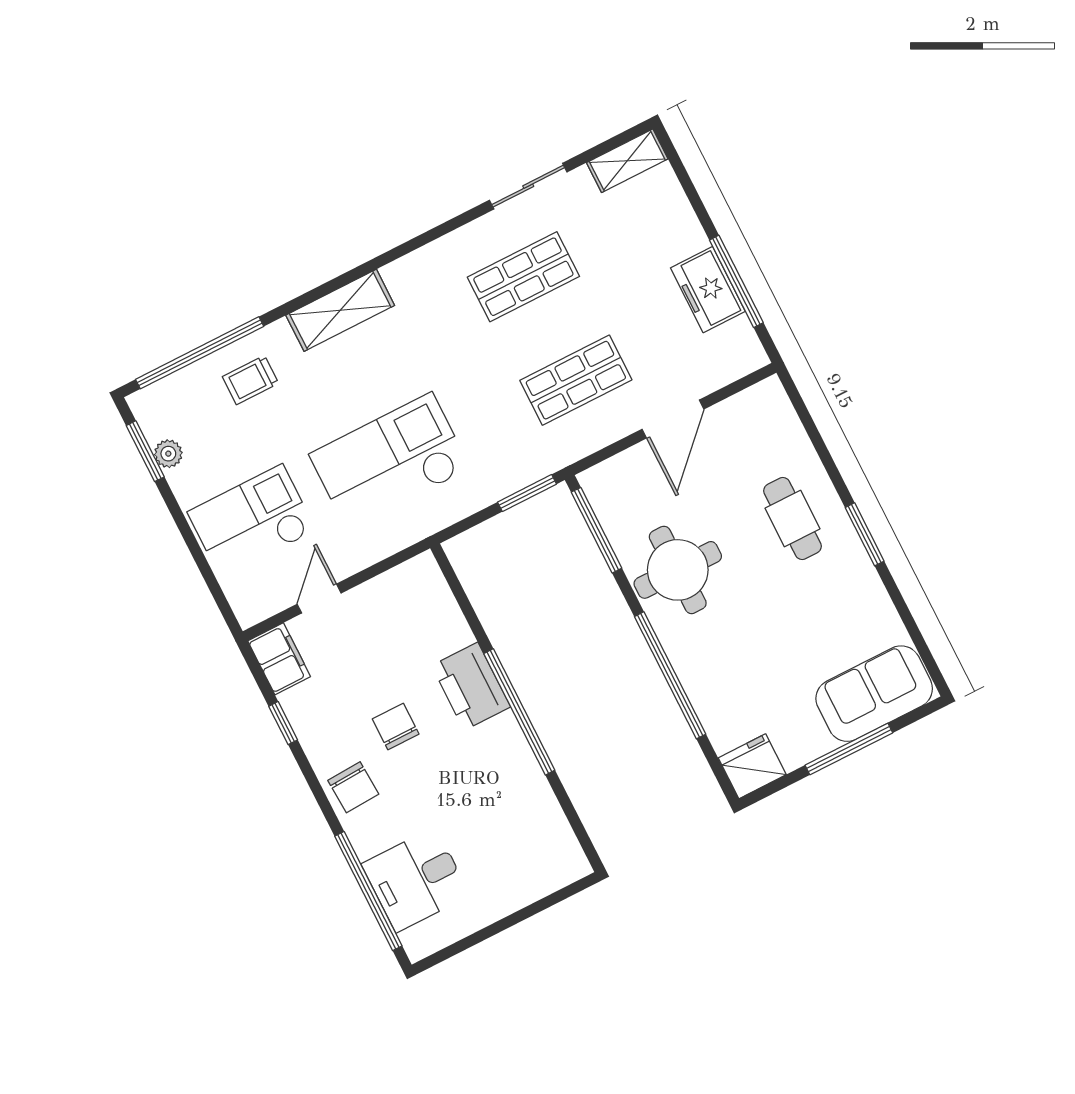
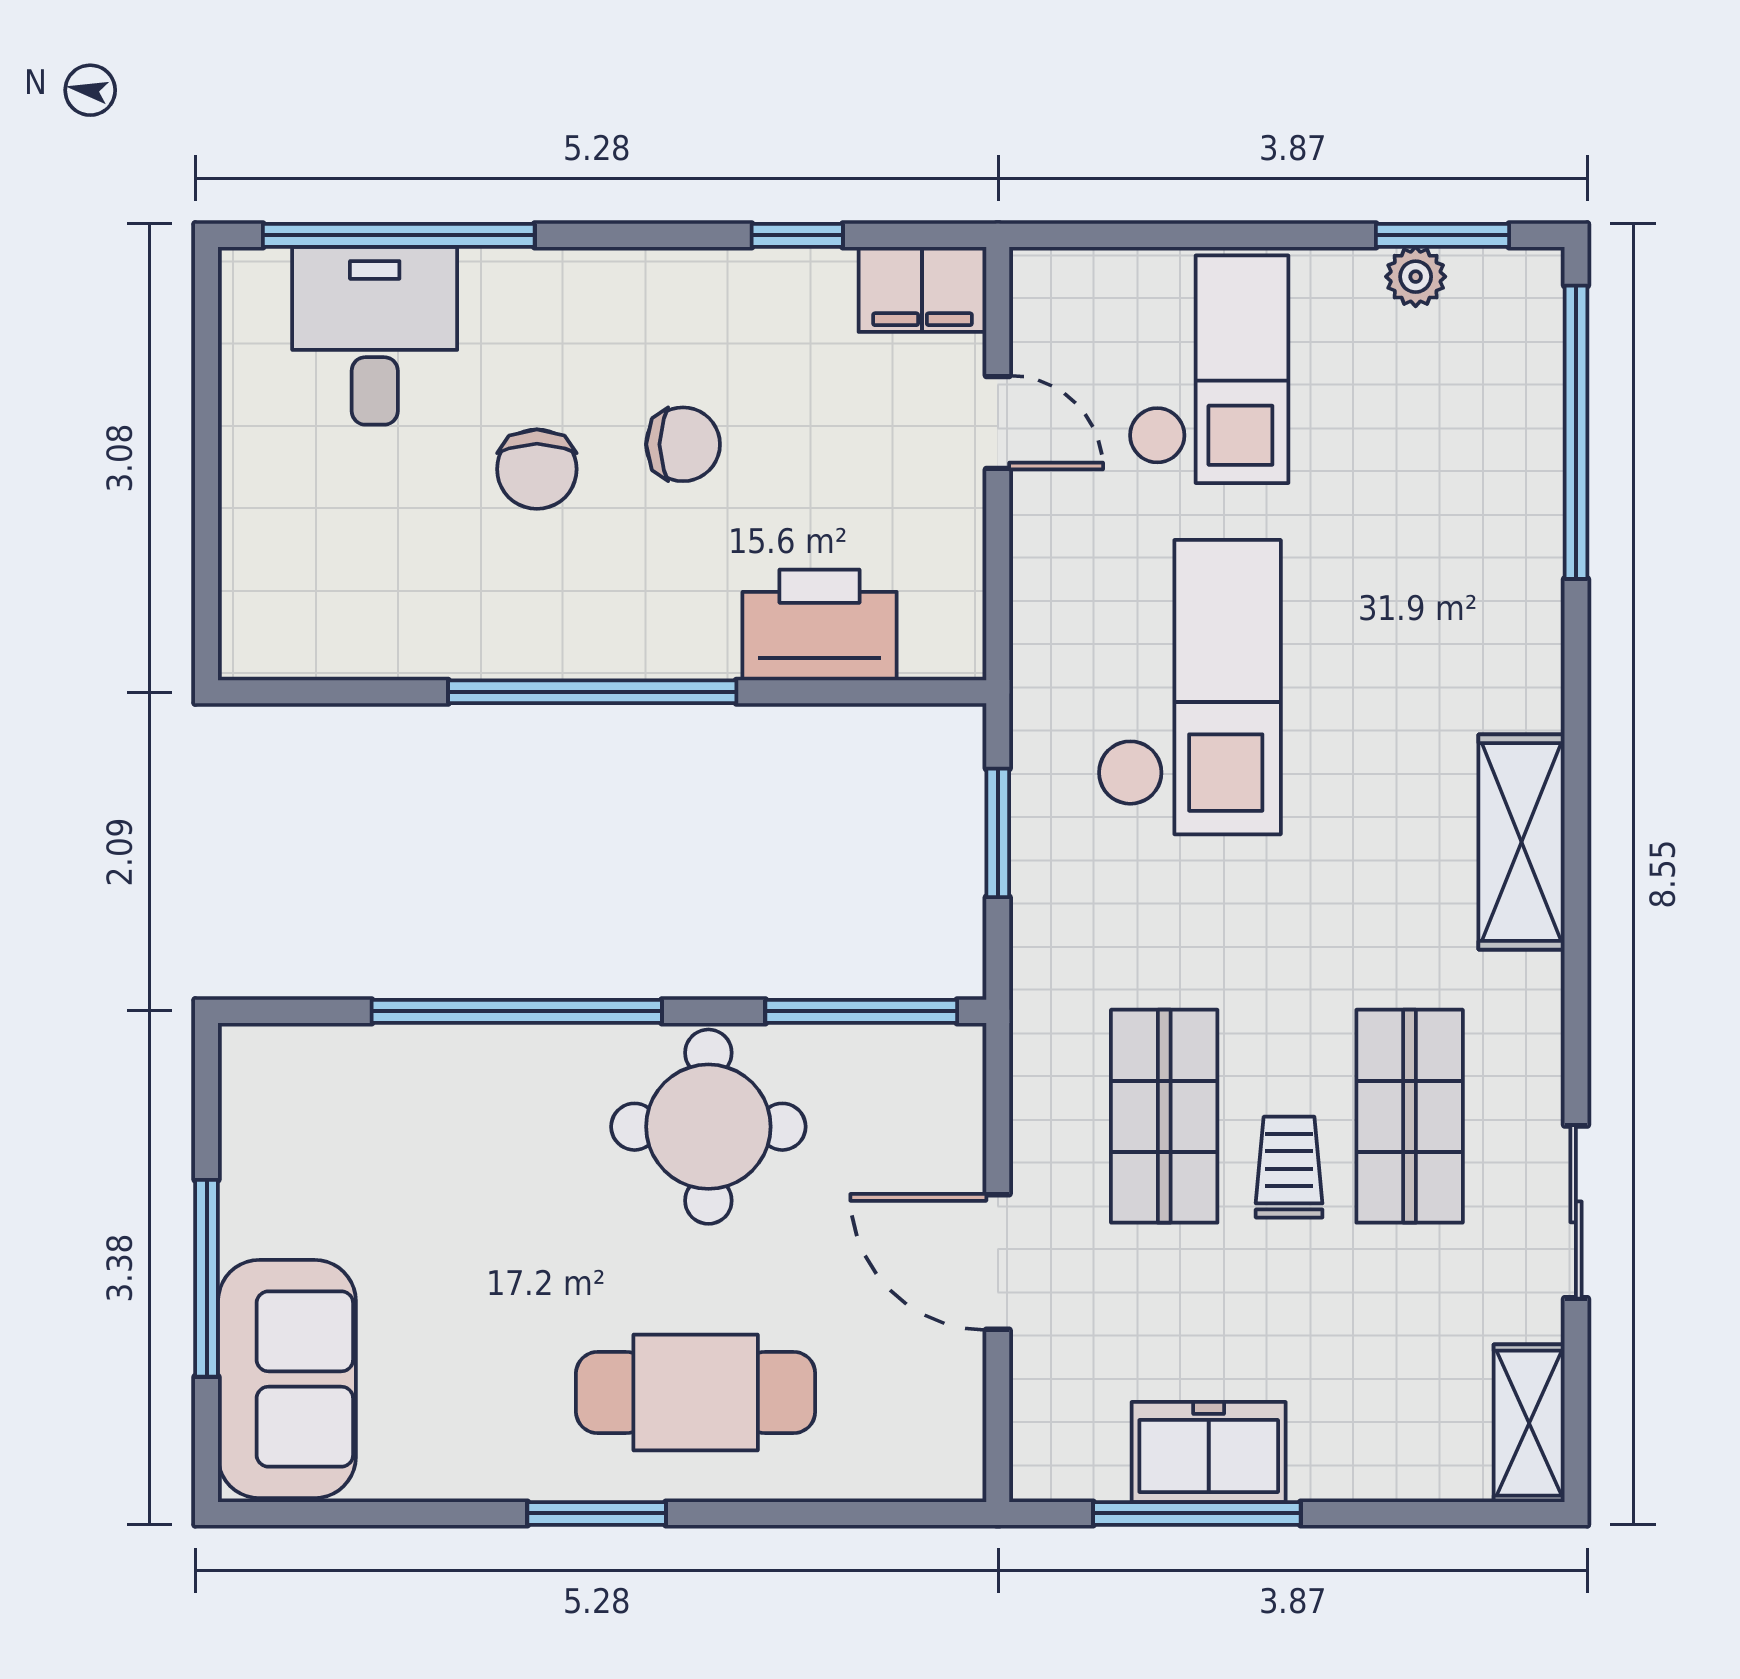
shelving: (340, 310) -> (1522, 842), moved
trolley: (250, 380) -> (1289, 1167), moved
window: (527, 493) -> (998, 833), moved
cafe table: (793, 519) -> (696, 1392), width x1.37, depth x1.35
printer: (471, 686) -> (820, 625), moved
fridge: (752, 766) -> (267, 1079), removed
chair: (353, 787) -> (537, 469), moved, turned -87

